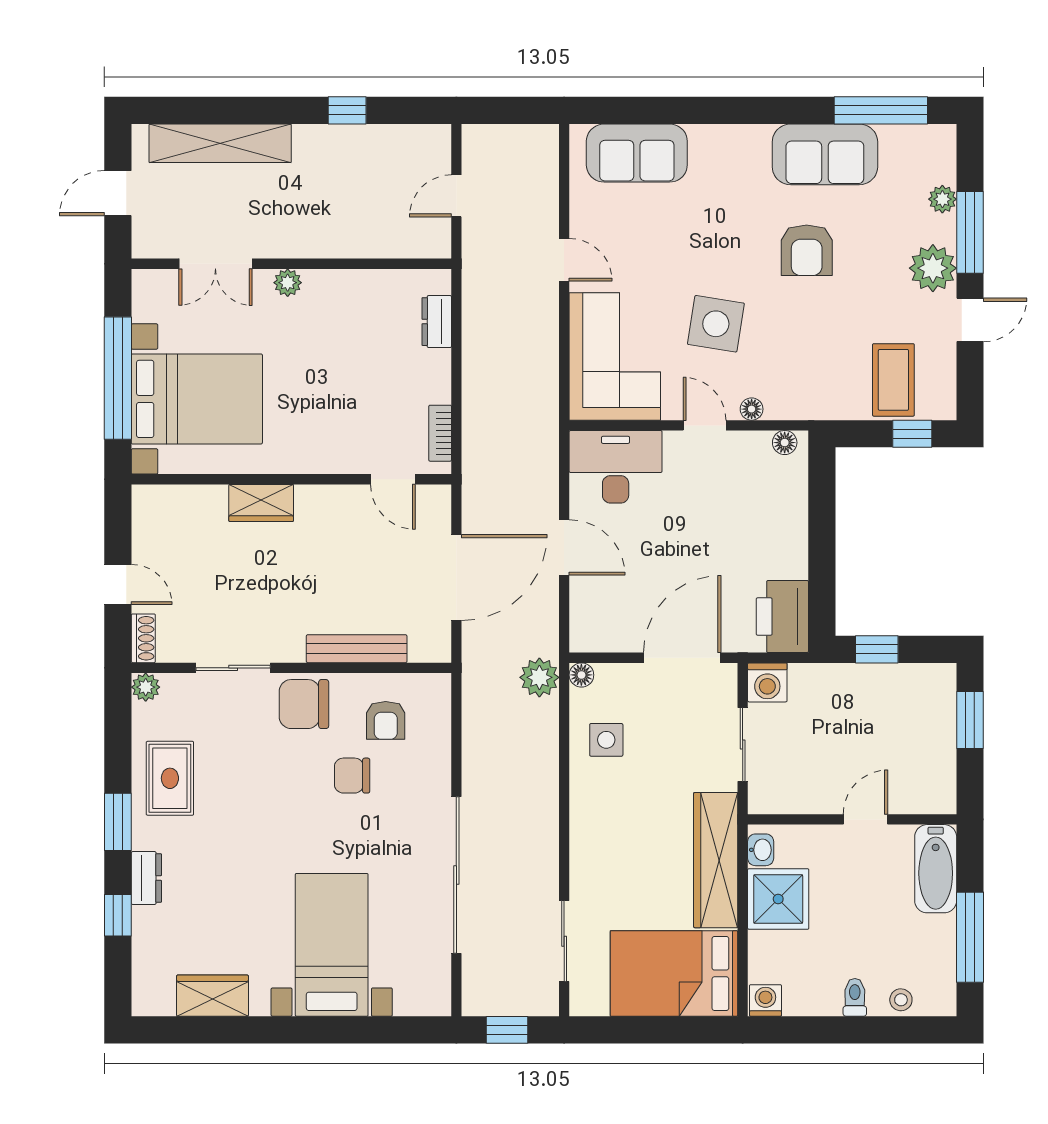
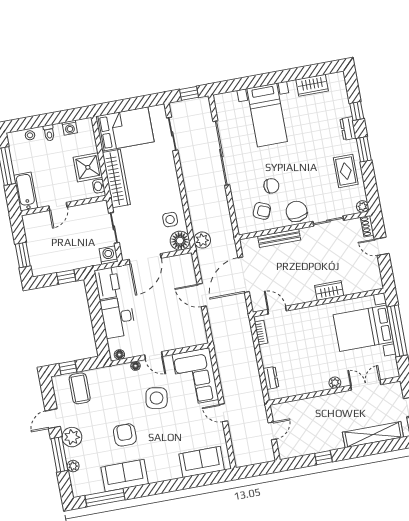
desk: (616, 467) -> (118, 317), moved, turned 90
floor lamp: (581, 675) -> (180, 241), width x1.89, depth x1.89
chair: (304, 704) -> (297, 211), turned -98
armchair: (386, 720) -> (262, 211), turned 113
washing machine: (765, 1000) -> (70, 128), moved

